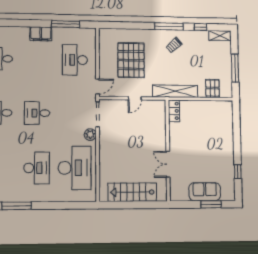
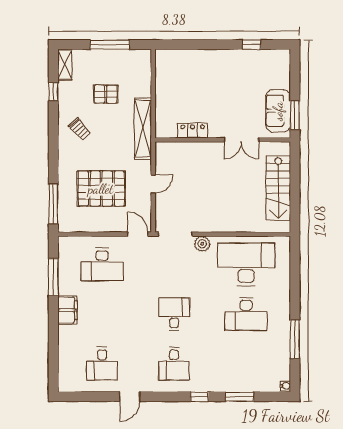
window: (169, 26) -> (53, 204), moved
pallet: (212, 88) -> (106, 94), moved
door: (135, 98) -> (153, 184), hinge flipped
locker: (174, 111) -> (193, 131), moved
desk: (37, 113) -> (174, 314), turned 180
desk: (37, 168) -> (246, 314), turned 180
sofa: (205, 192) -> (278, 111), moved
window: (211, 204) -> (295, 115), moved

